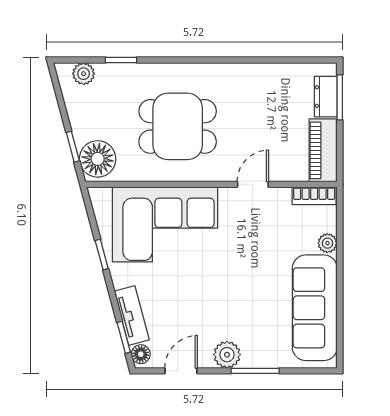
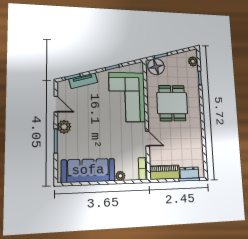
floor lamp: (141, 354) -> (64, 85), removed

